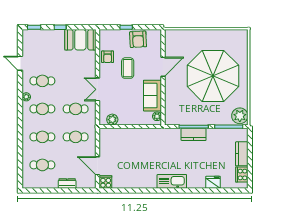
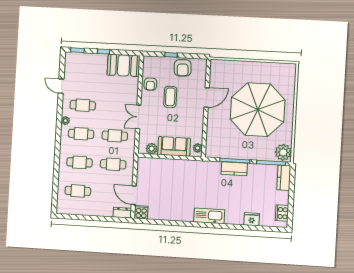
sofa: (152, 96) -> (174, 146), moved, turned 90
kitchen counter: (242, 154) -> (284, 178), moved
dresser: (67, 184) -> (122, 213), moved

